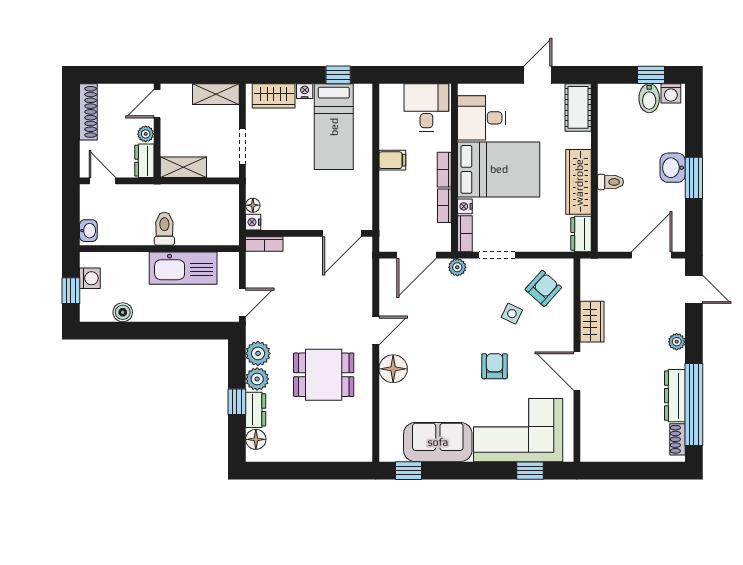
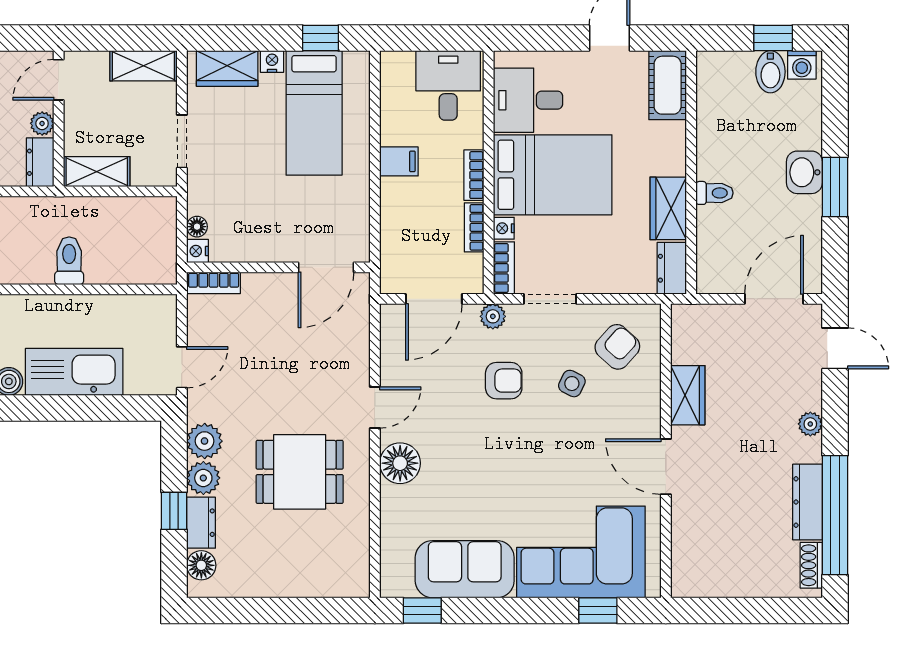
wardrobe: (579, 182) -> (668, 208), width x0.67
kitchen sink: (183, 268) -> (74, 372), moved, turned 180
armchair: (495, 366) -> (504, 381), moved, turned 90

